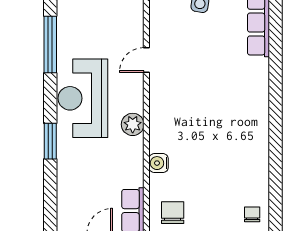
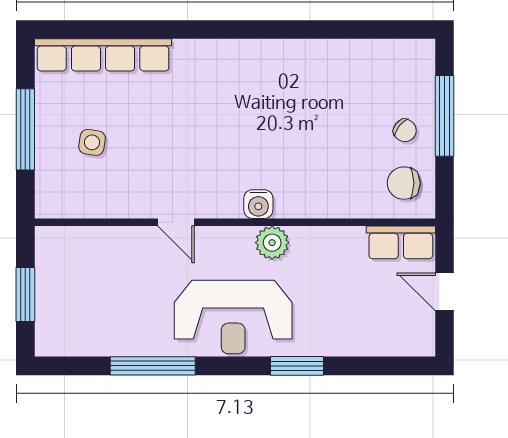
water cooler: (159, 163) -> (258, 204), moved
chair: (252, 214) -> (405, 130), moved, turned -141

